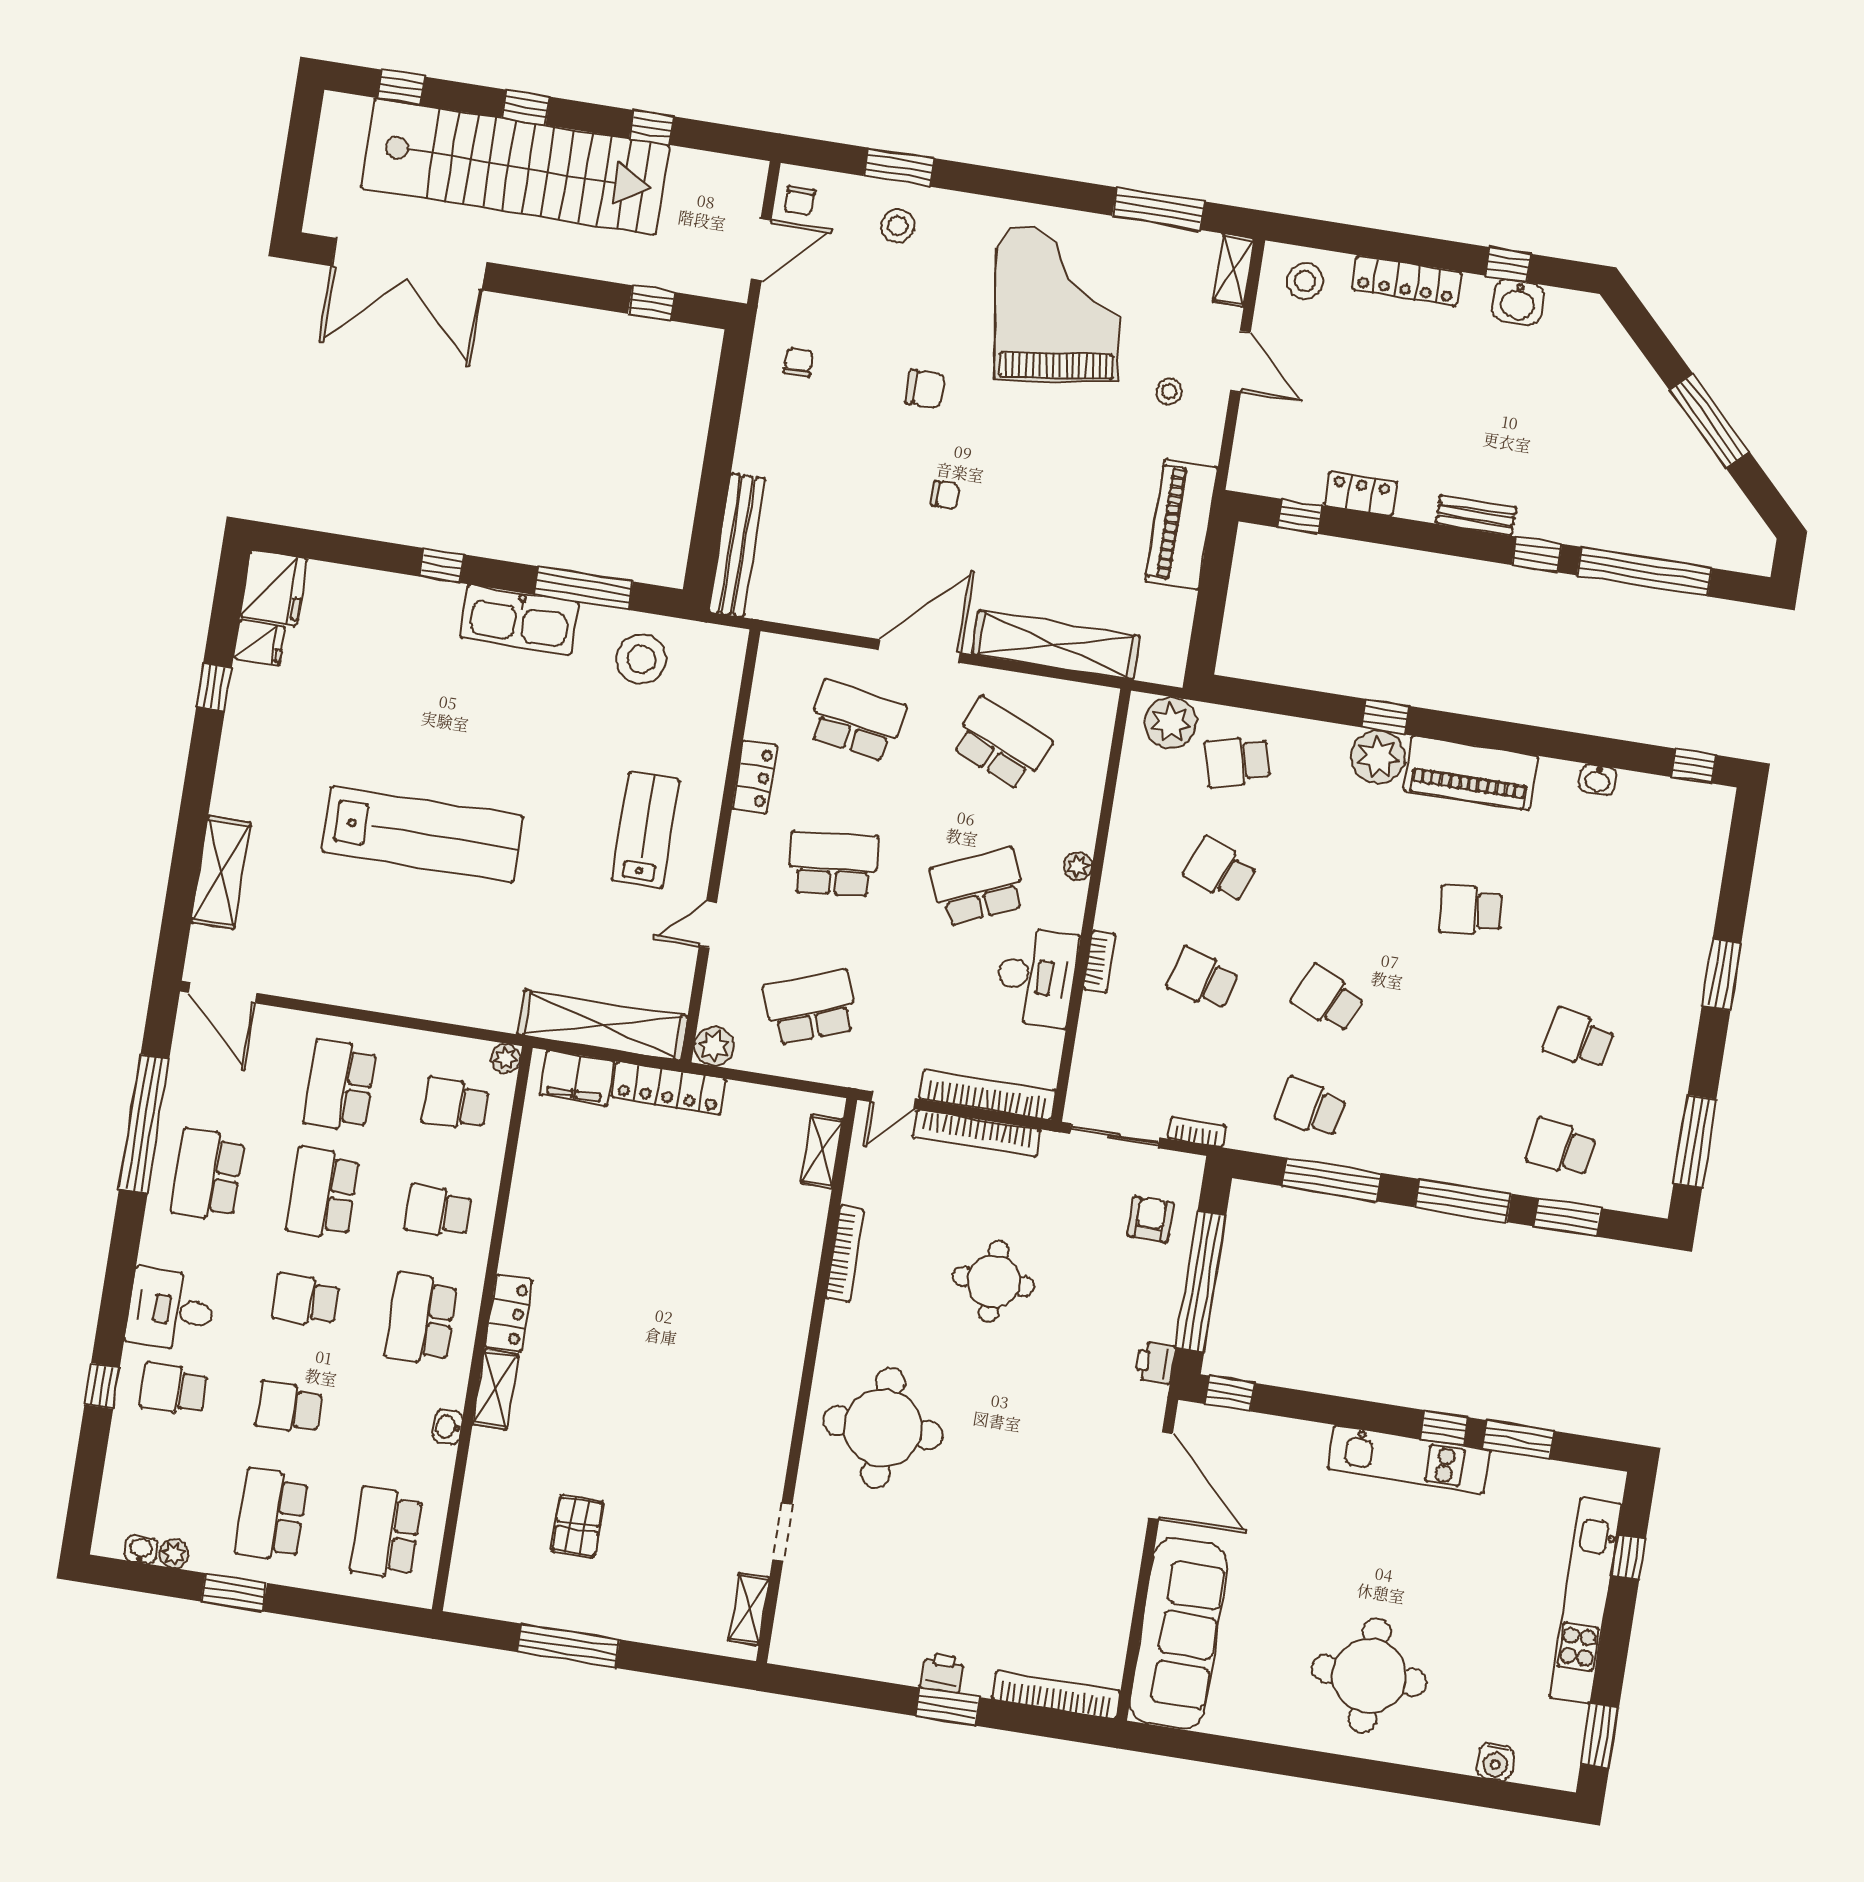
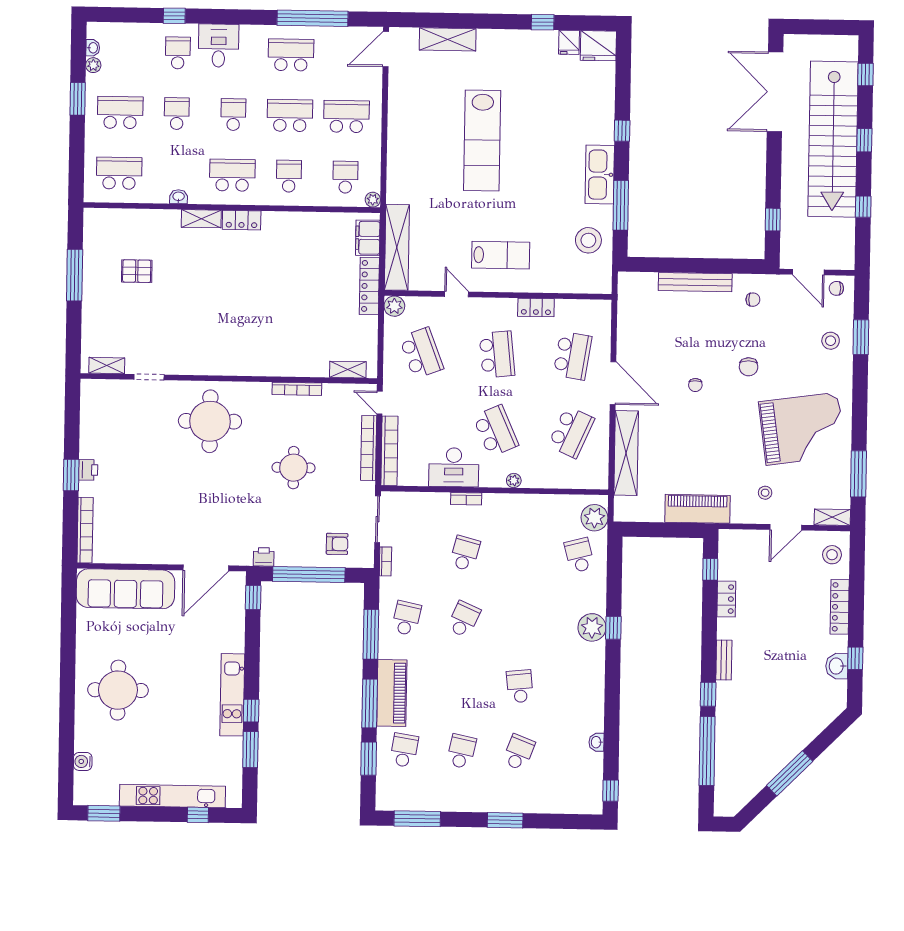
bench: (737, 545) -> (695, 282), moved
piano: (1471, 773) -> (392, 693), moved, turned 180
school desk: (1220, 870) -> (519, 752), moved

